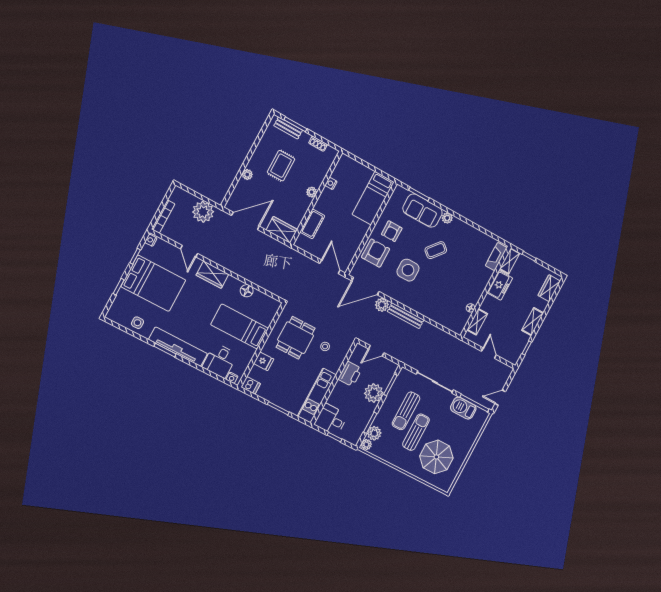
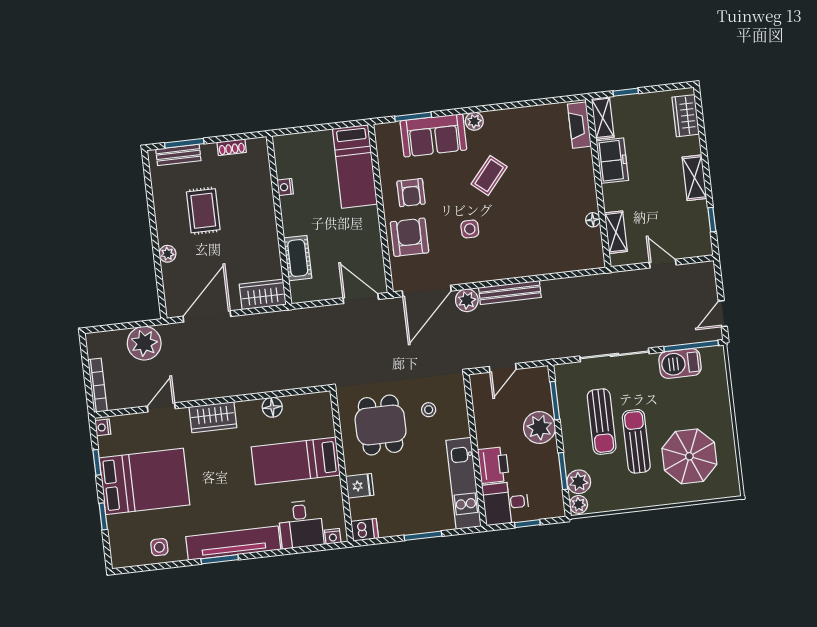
plant: (312, 192) -> (267, 217), removed
door: (189, 251) -> (161, 407), swing flipped
side table: (408, 270) -> (470, 229), width x0.54, depth x0.54
printer: (350, 374) -> (493, 465), moved

